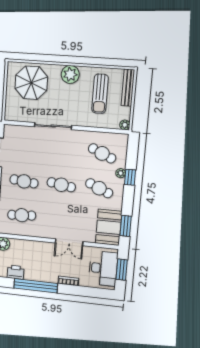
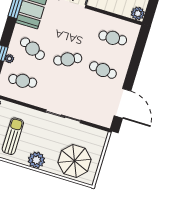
cafe table: (102, 153) -> (23, 81), turned -30
cafe table: (61, 185) -> (68, 59), turned -33

